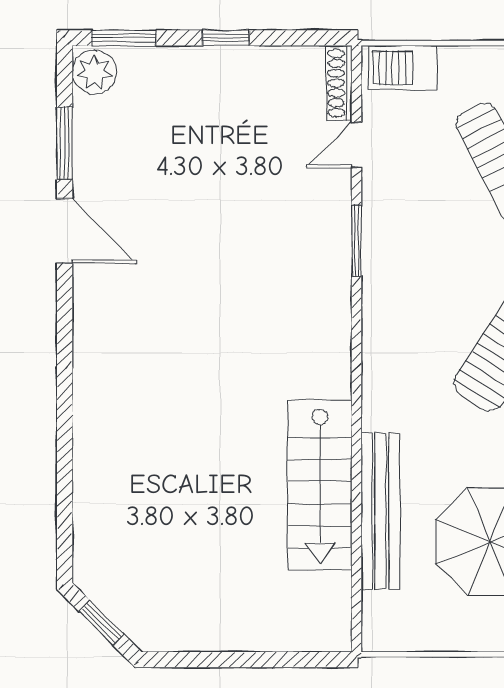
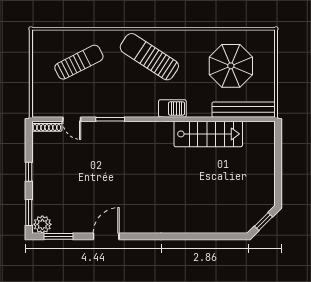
barbecue: (403, 68) -> (172, 109), moved, turned -90
window: (65, 143) -> (58, 236), moved
bench: (381, 511) -> (243, 110), moved

